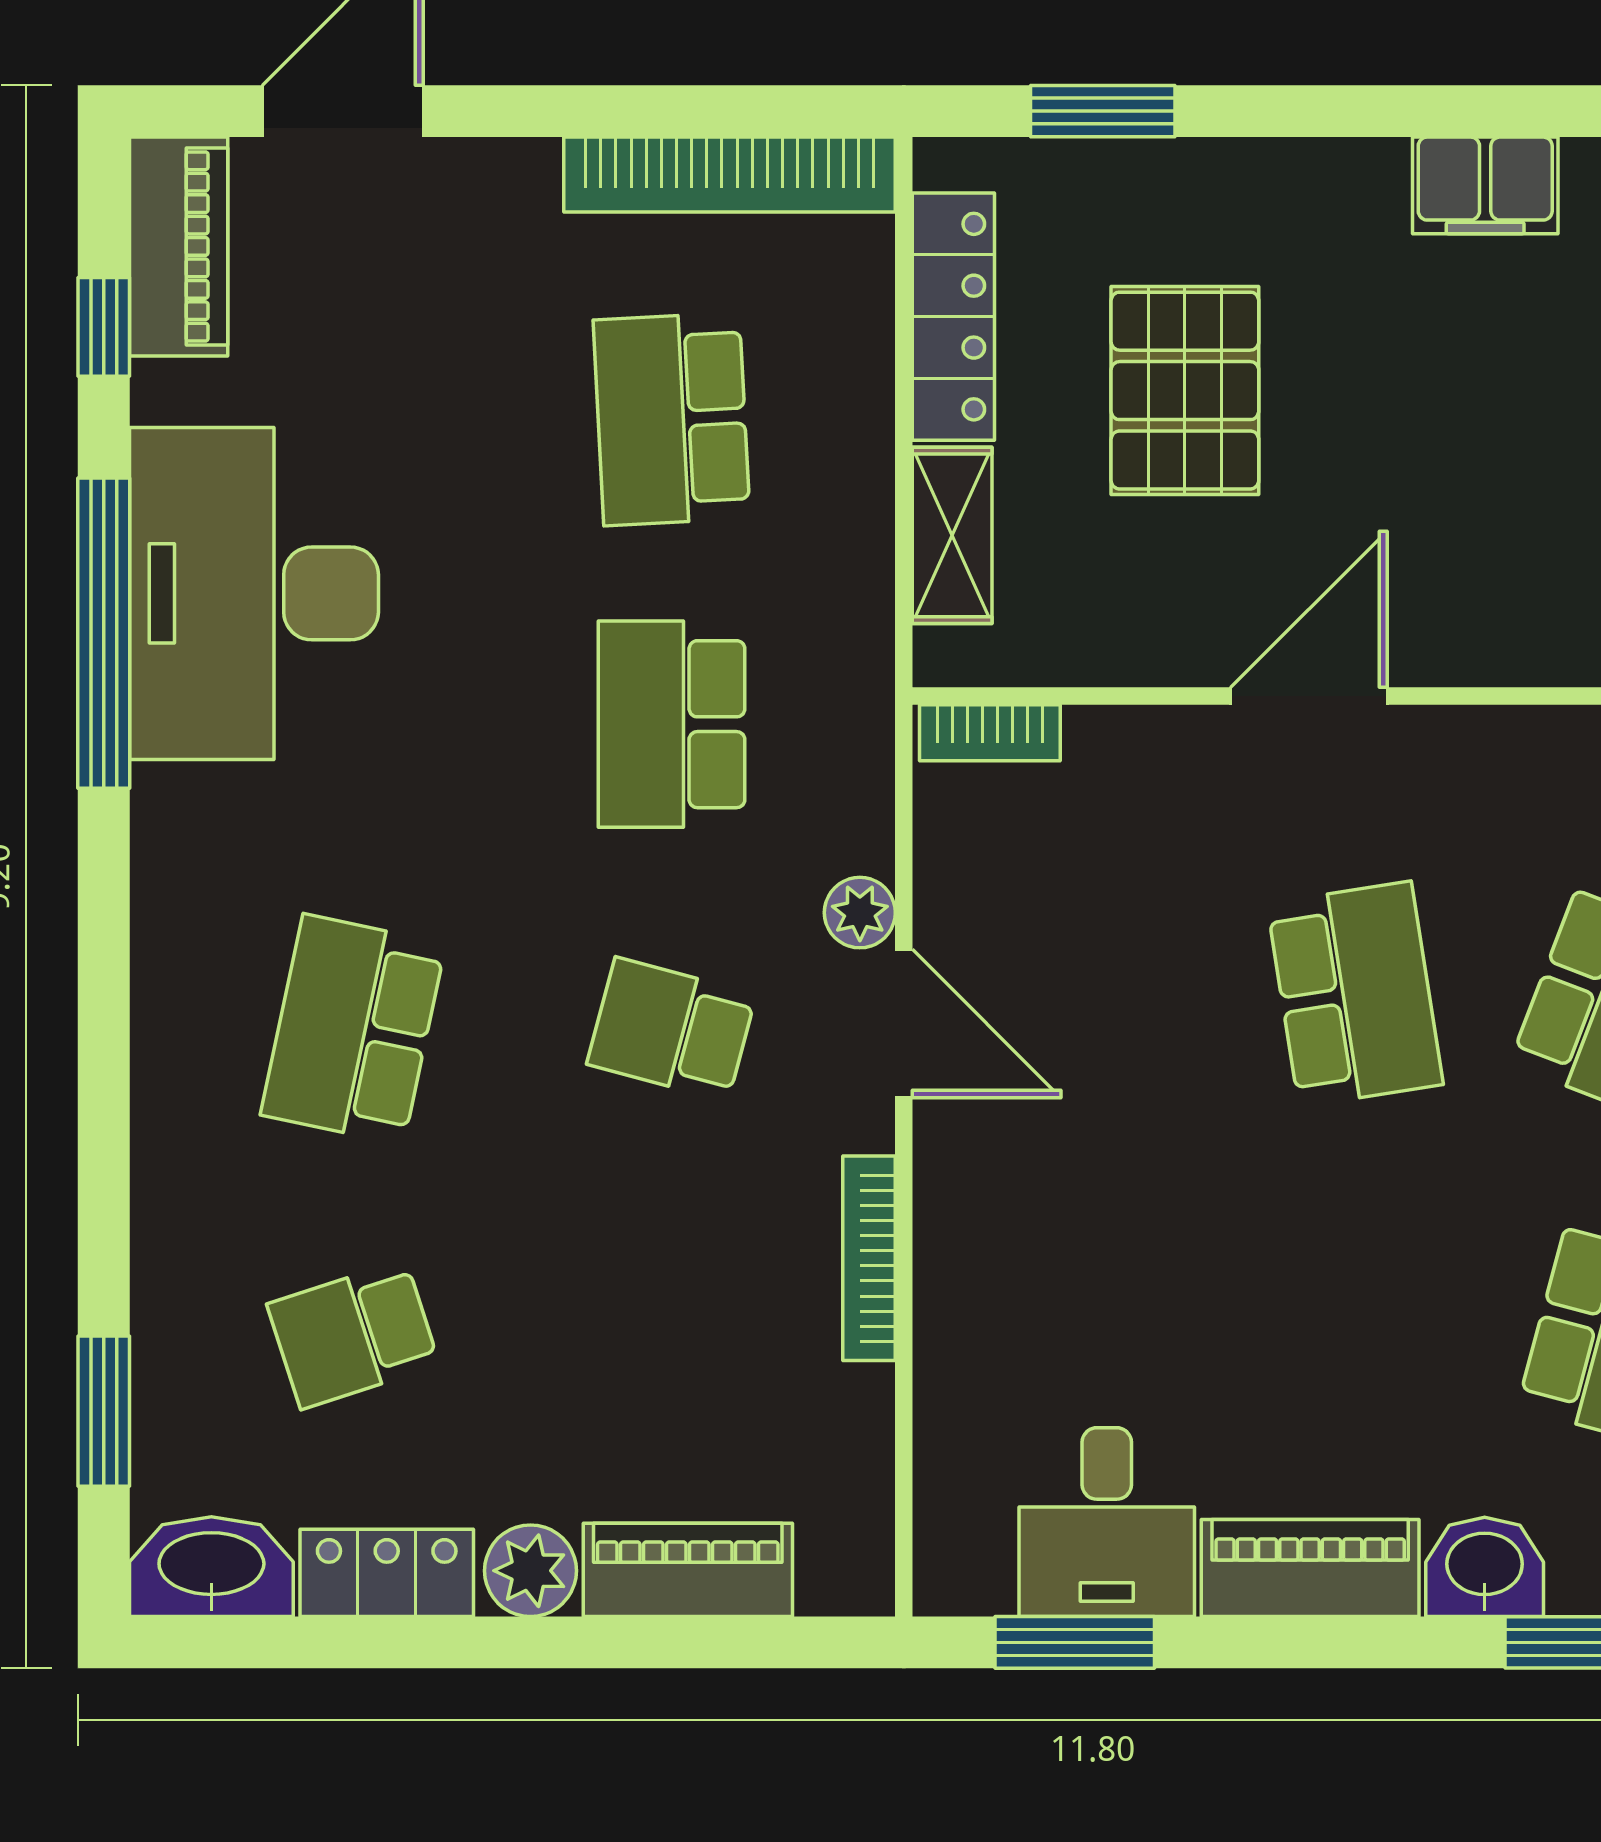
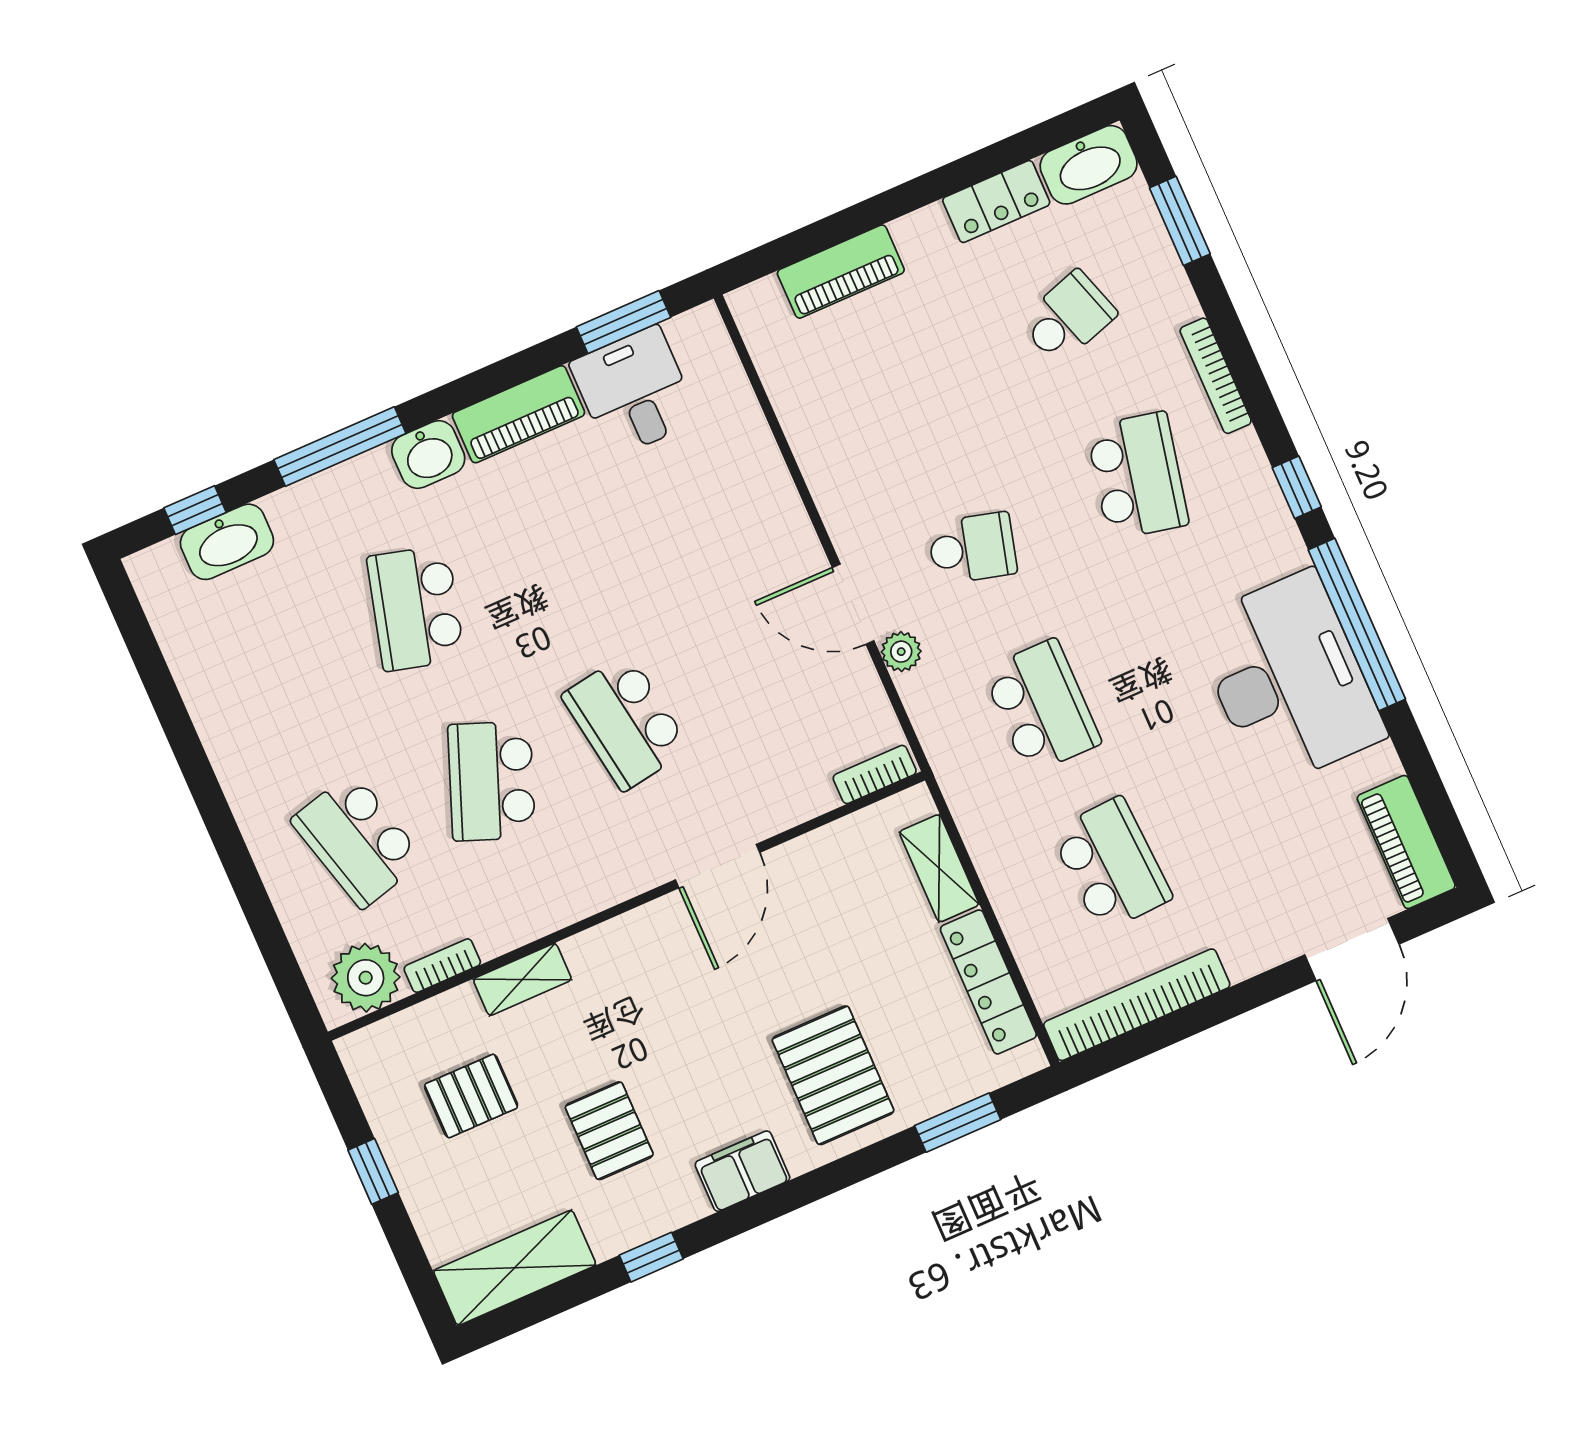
window: (104, 327) -> (1297, 487), moved
pallet: (1185, 391) -> (833, 1075), moved
bookcase: (869, 1258) -> (1216, 376), moved, turned 180
plant: (530, 1571) -> (922, 235), removed

